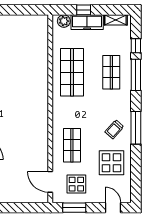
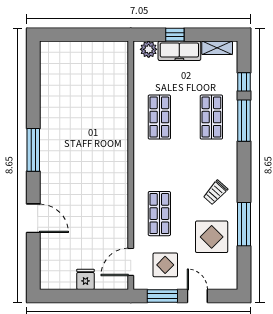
shop shelf: (72, 72) -> (159, 117), width x0.70, depth x0.74
window: (136, 128) -> (244, 224), moved
door: (50, 182) -> (131, 262), hinge flipped
fridge: (16, 195) -> (85, 279), added
door: (113, 208) -> (197, 296), moved

